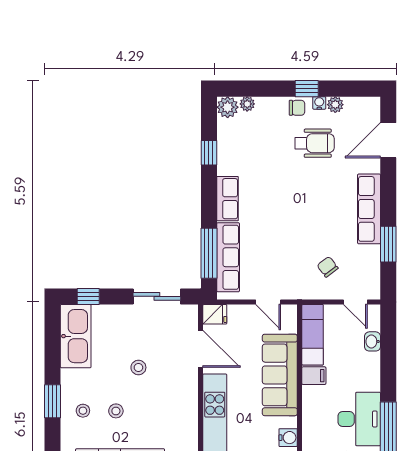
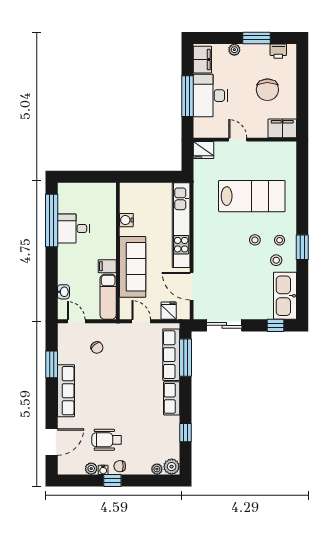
fridge: (215, 314) -> (169, 311), moved, turned 90
stool: (138, 367) -> (276, 260), moved
desk: (359, 419) -> (73, 228), width x0.73

